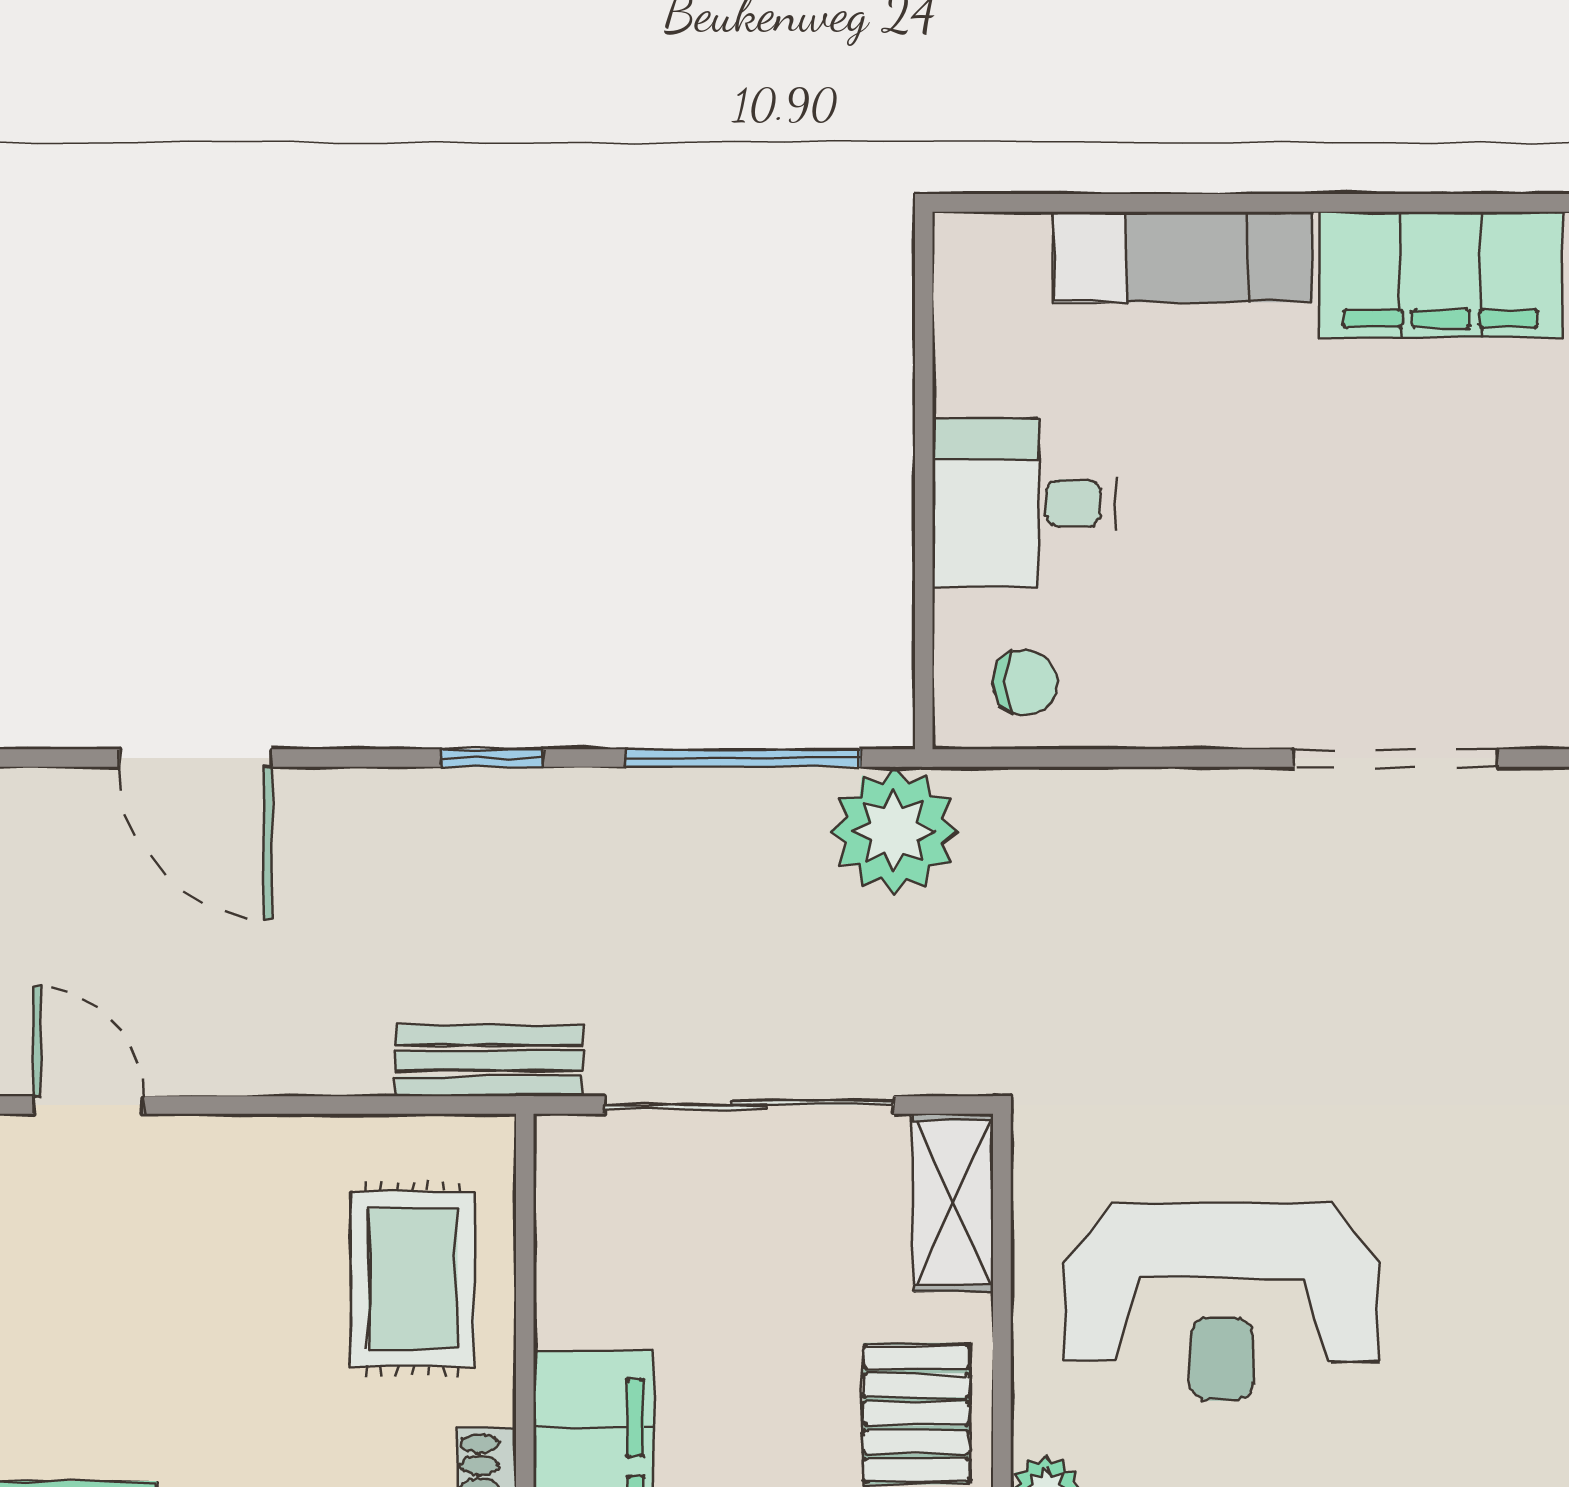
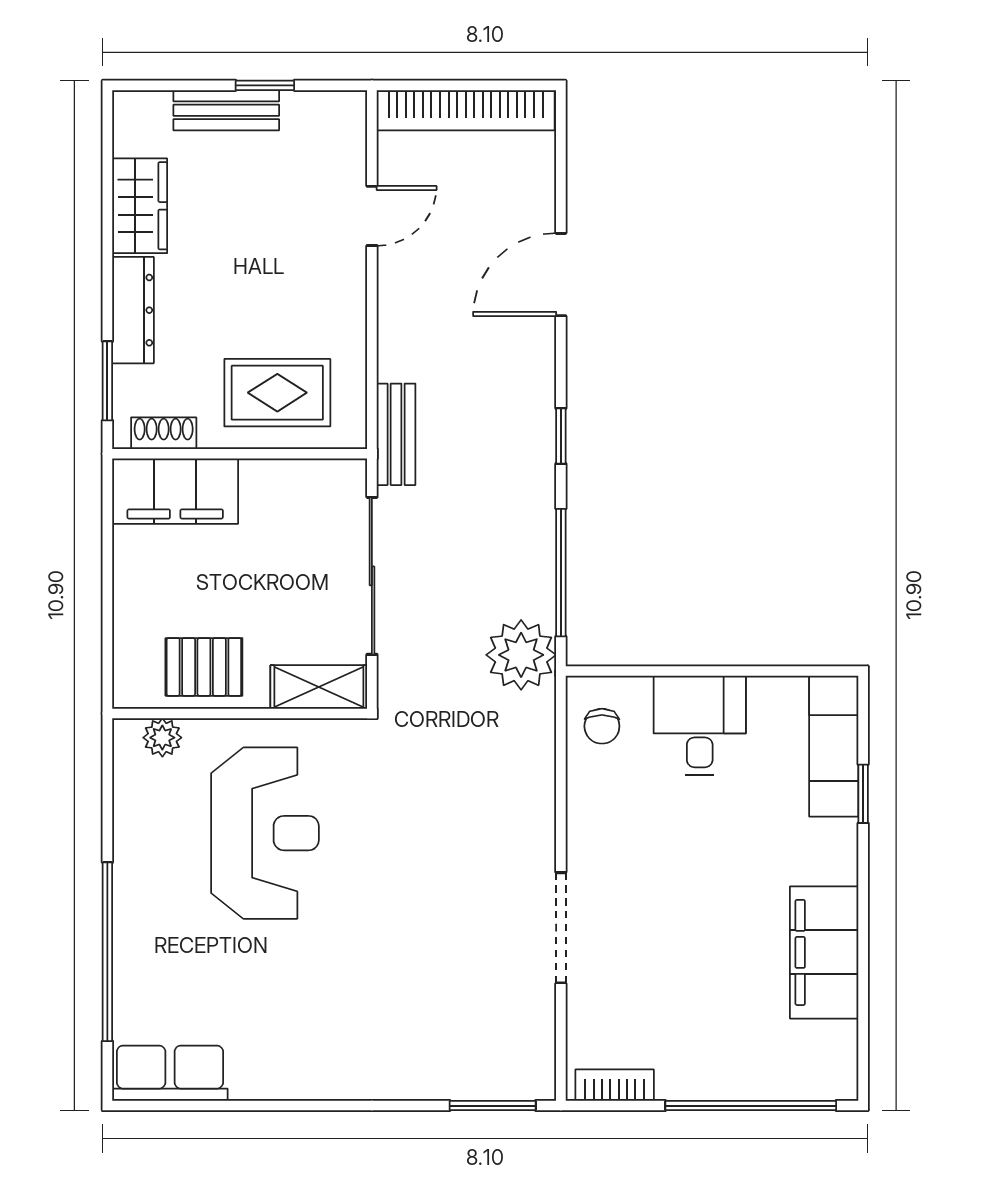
window: (1149, 203) -> (863, 794), added
exam couch: (1183, 257) -> (834, 746), moved
reception desk: (1222, 1302) -> (265, 833), turned 180

